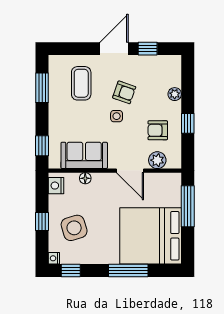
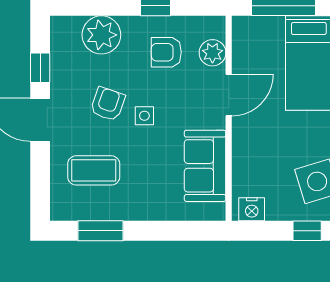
plant: (175, 94) -> (101, 35), width x1.88, depth x1.88
armchair: (158, 130) -> (166, 52), turned 90
window: (42, 146) -> (190, 231), removed
floor lamp: (85, 178) -> (240, 164), removed

